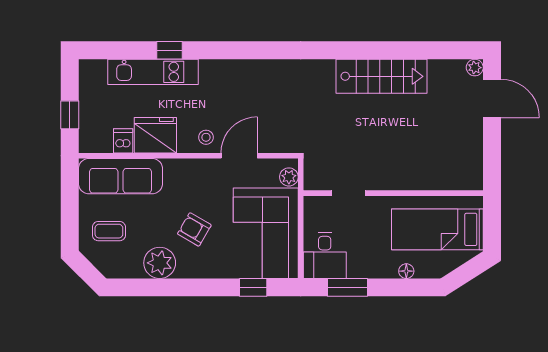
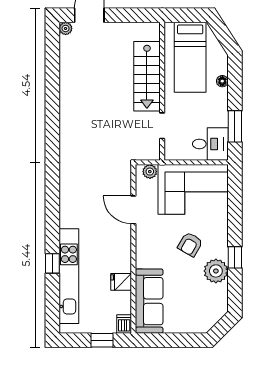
kitchen unit: (153, 72) -> (69, 276), width x1.36
stairs: (381, 76) -> (147, 76), moved, turned 180
fridge: (155, 135) -> (121, 282), width x0.53, depth x0.75
stool: (206, 137) -> (119, 235), removed
dishwasher: (123, 141) -> (124, 324), moved, turned 90
coffee table: (109, 231) -> (191, 310), removed
window: (253, 287) -> (235, 257), moved

